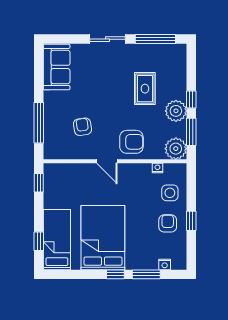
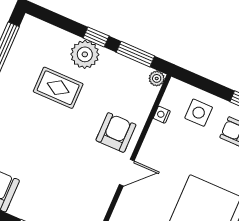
plant: (176, 111) -> (85, 54), moved
armchair: (82, 127) -> (72, 184), removed
plant: (176, 149) -> (157, 78), width x0.53, depth x0.53

